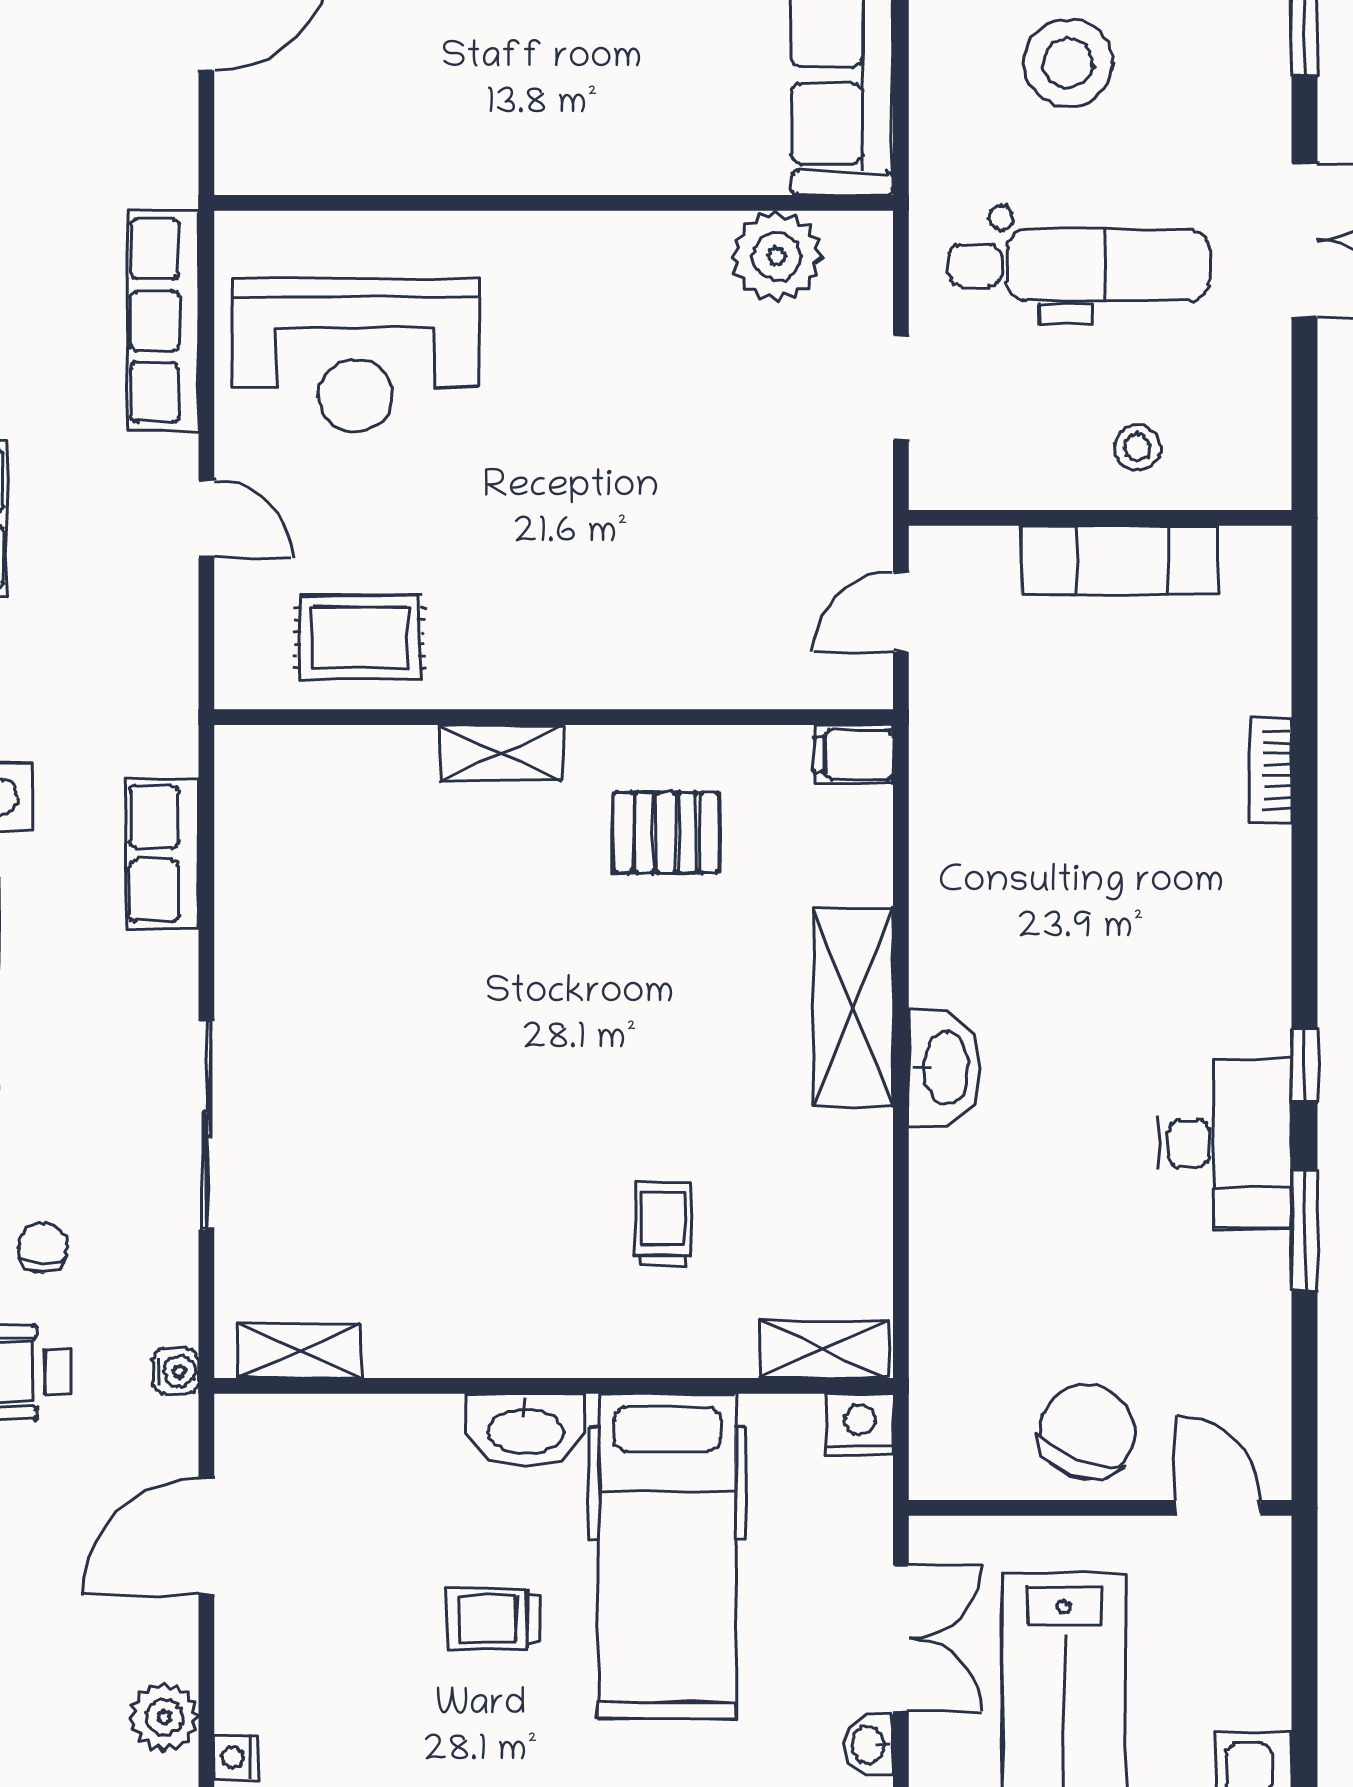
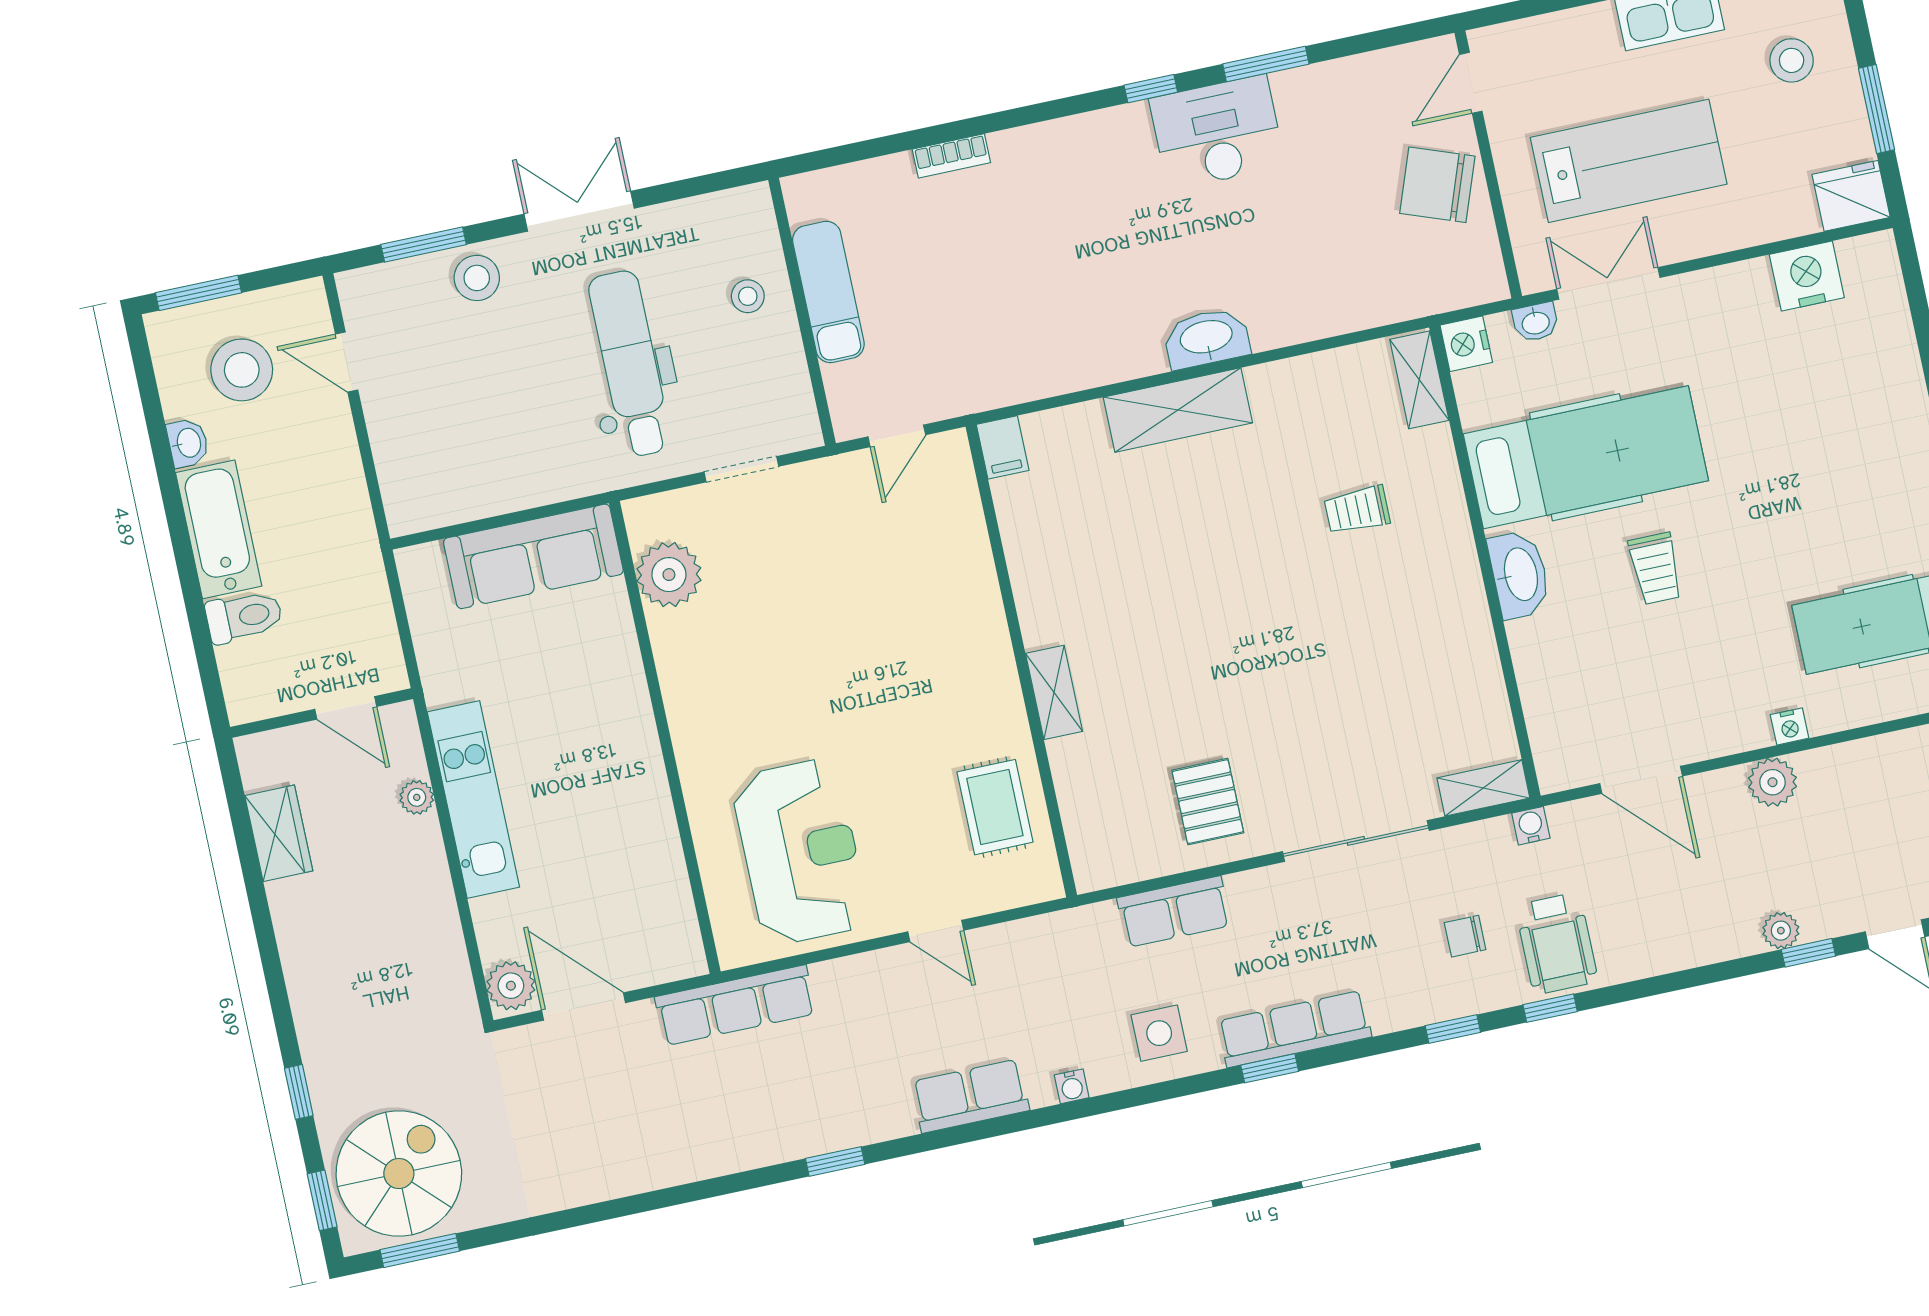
stool: (1068, 63) -> (477, 278), moved, width x0.73, depth x0.73
row of seats: (163, 321) -> (735, 1005), moved
door: (206, 519) -> (936, 931), swing flipped
door: (901, 612) -> (897, 436), hinge flipped
pallet: (666, 832) -> (1208, 802), moved
shelving: (300, 1350) -> (1483, 788), moved, turned 90
washbasin: (869, 1745) -> (1535, 322), moved

